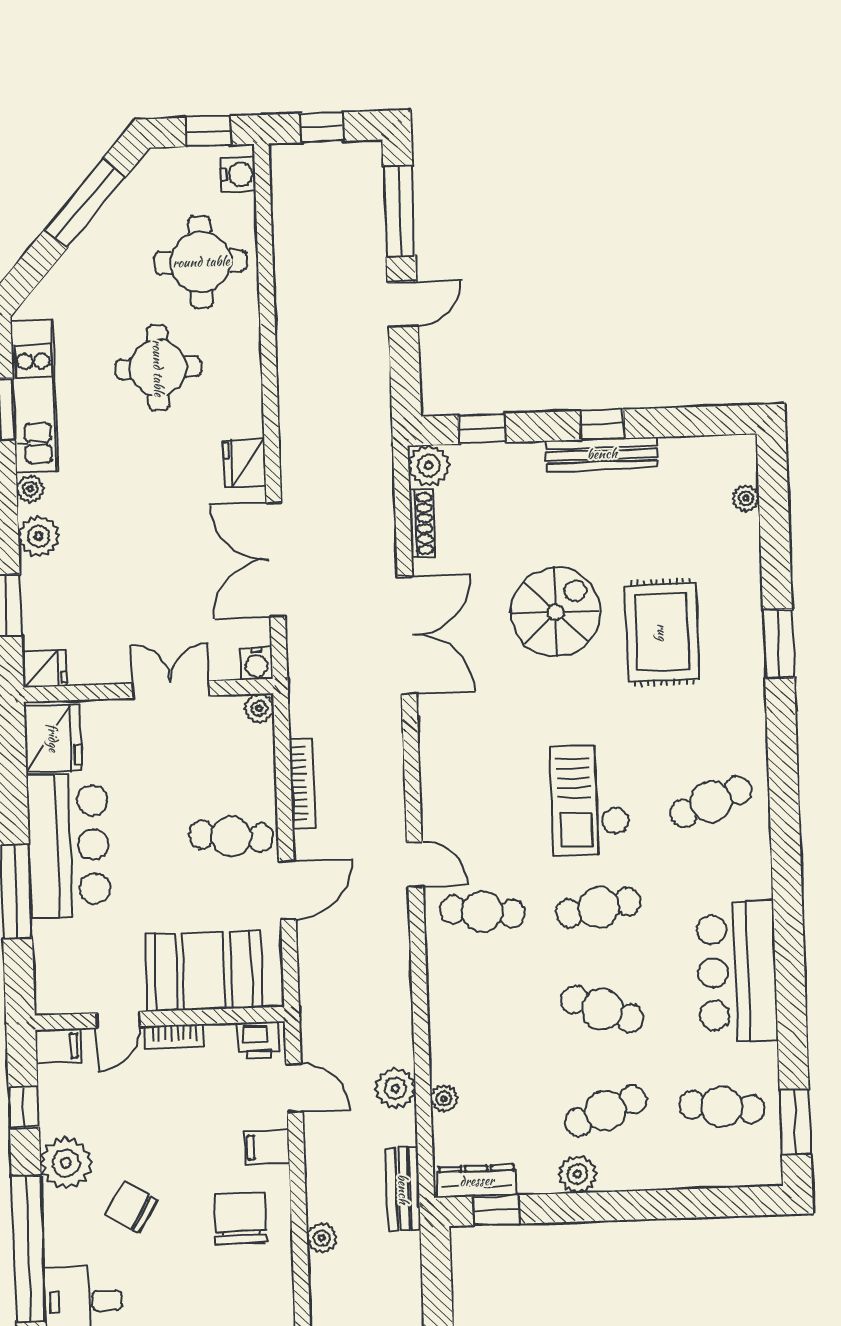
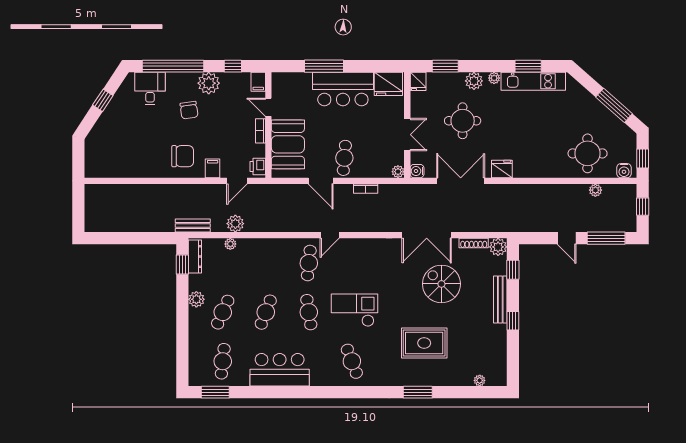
round table: (158, 368) -> (463, 121), moved
bench: (602, 454) -> (500, 299), moved
spiral stairs: (556, 612) -> (441, 284), moved, turned 180
bookcase: (302, 783) -> (366, 189), width x0.64
cafe table: (606, 1111) -> (223, 312), turned 45
chair: (131, 1207) -> (189, 110), turned 141
plant: (322, 1238) -> (595, 190), moved

